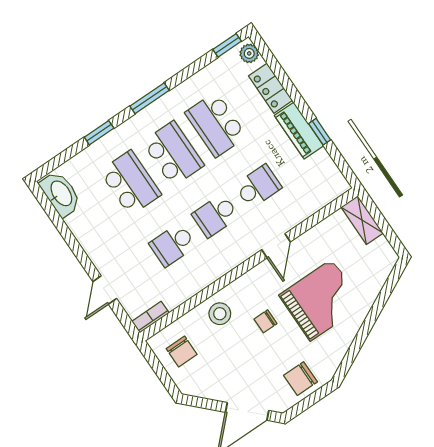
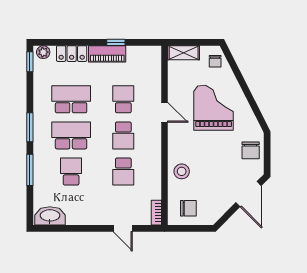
school desk: (216, 125) -> (71, 99), turned 180
window: (99, 133) -> (30, 170), width x1.50
school desk: (130, 183) -> (71, 171), width x0.54
chair: (266, 321) -> (215, 61), moved

